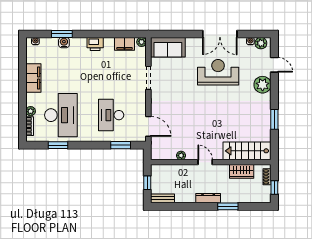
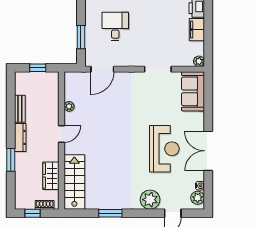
filing cabinet: (124, 44) -> (197, 30), moved
desk: (111, 115) -> (115, 26), width x0.73
bench: (163, 198) -> (20, 109), moved

